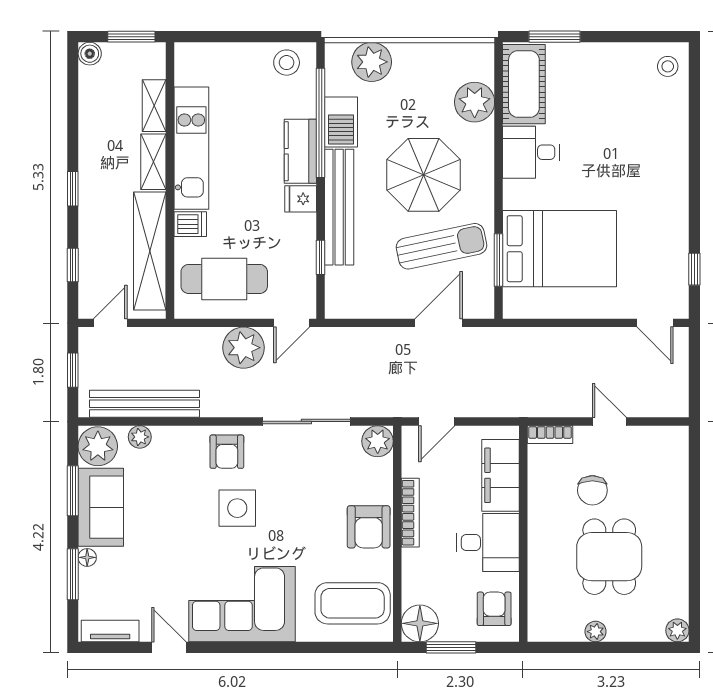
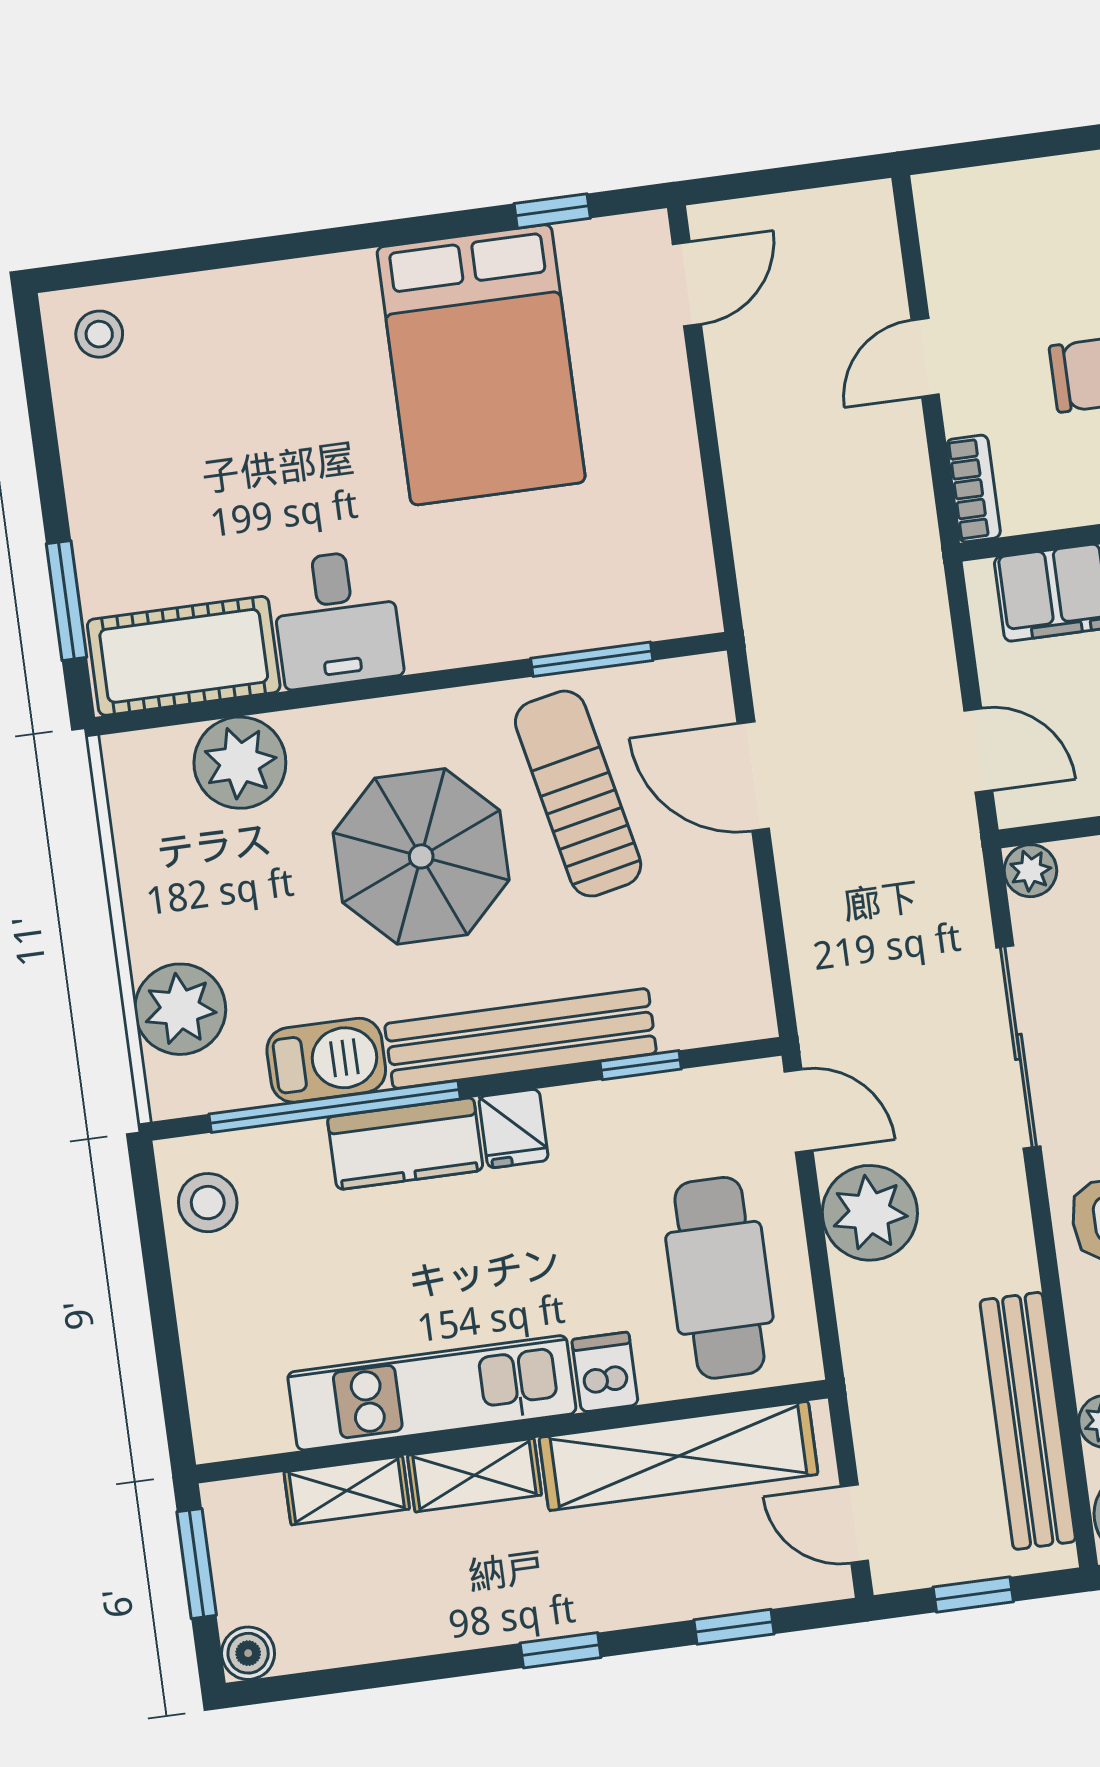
bed: (559, 249) -> (481, 365), moved, turned 180
plant: (378, 441) -> (1030, 871), width x0.73, depth x0.73

